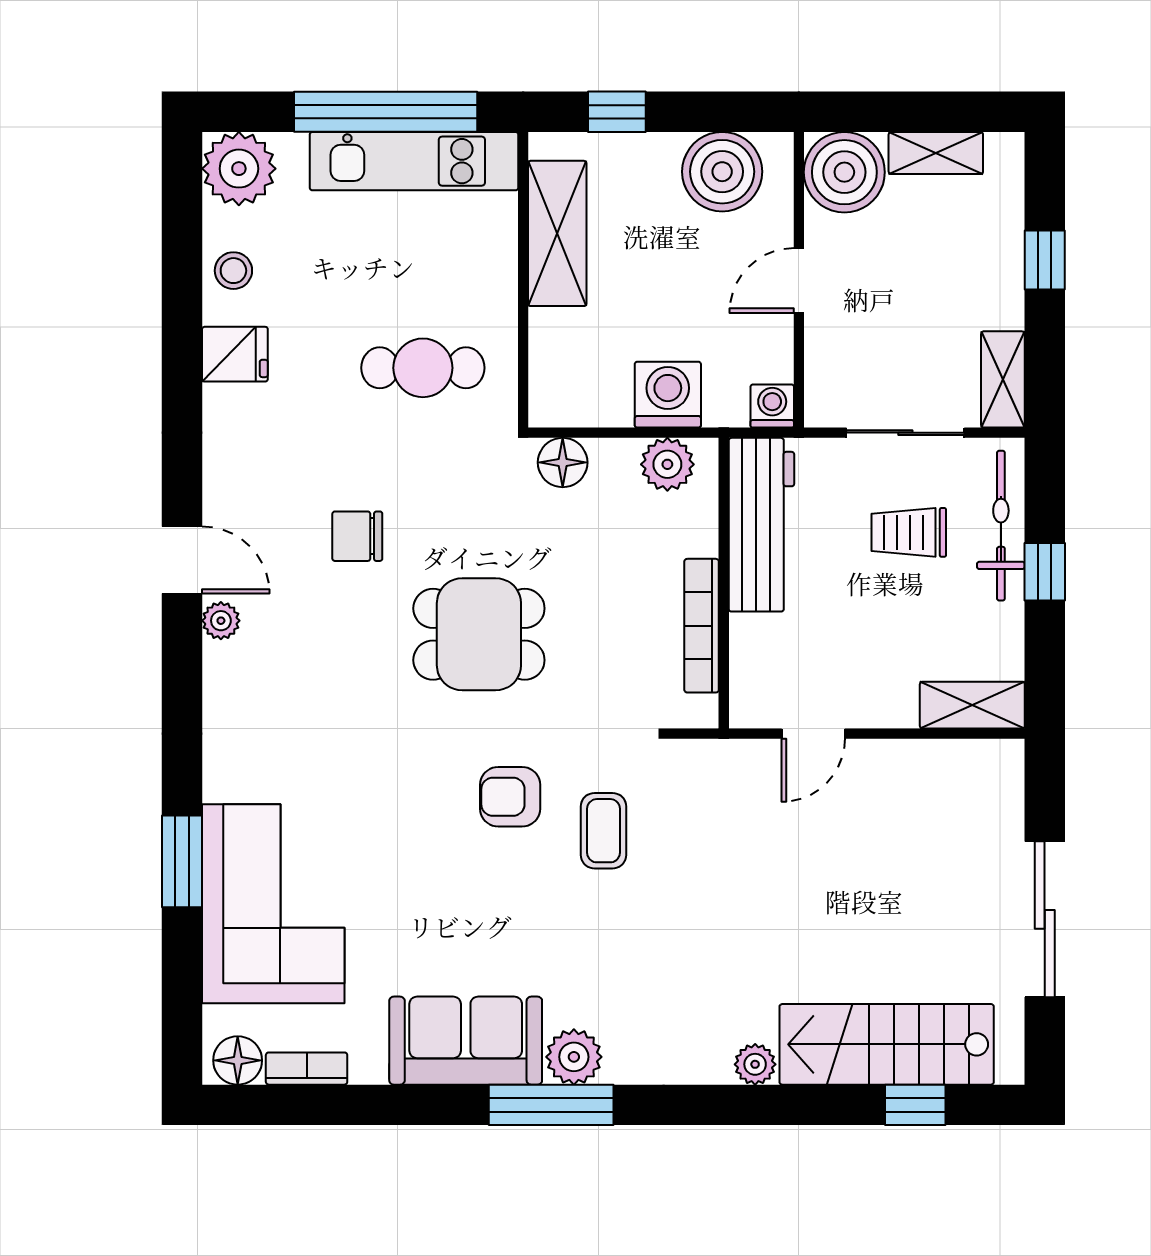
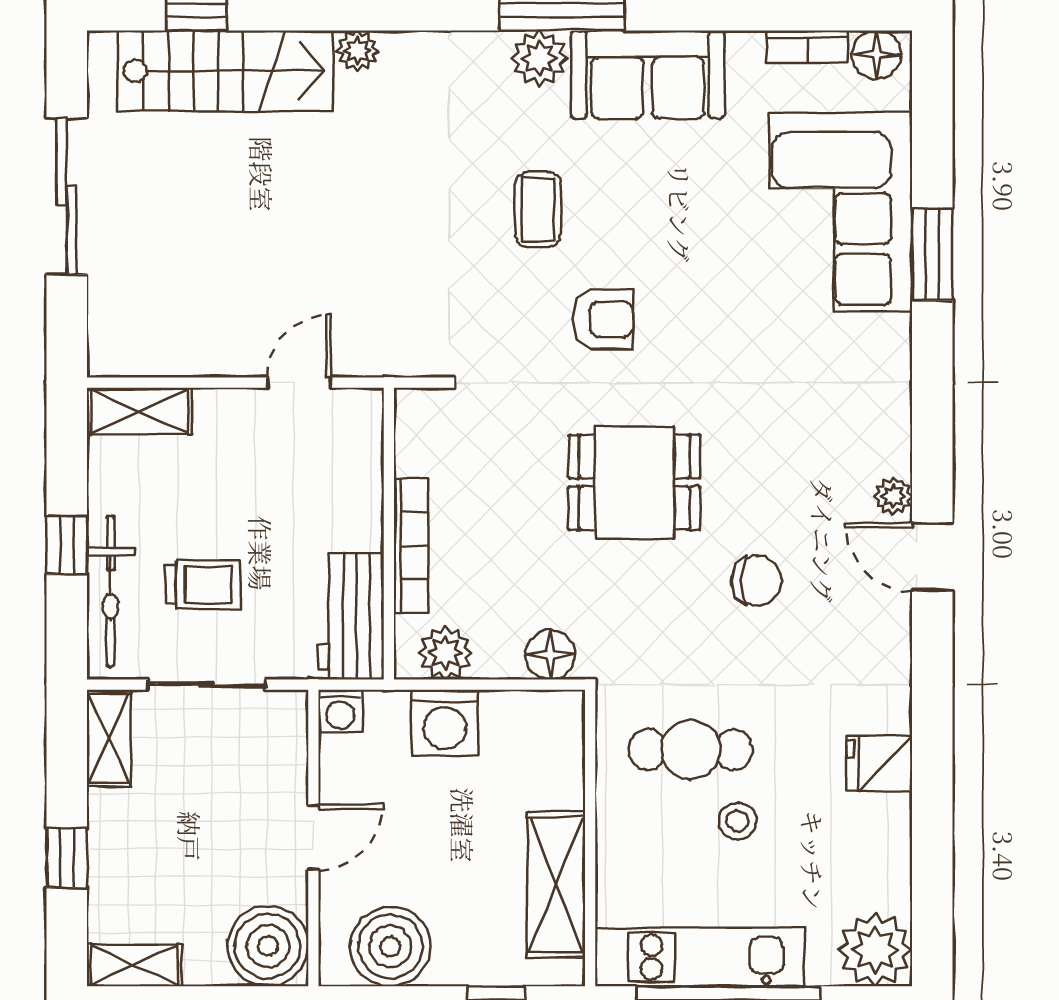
shelving: (936, 153) -> (134, 965), moved
stool: (233, 271) -> (738, 821), moved
workbench: (761, 525) -> (351, 616), width x0.73
bookcase: (702, 626) -> (411, 546), moved
coffee table: (604, 831) -> (538, 210), moved

